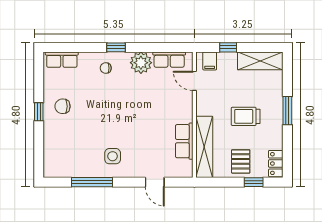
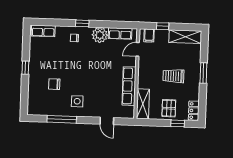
door: (194, 81) -> (138, 49), hinge flipped
chair: (63, 106) -> (54, 84), moved
row of seats: (184, 141) -> (129, 86), width x1.48
shelving: (204, 147) -> (143, 104), width x0.68

